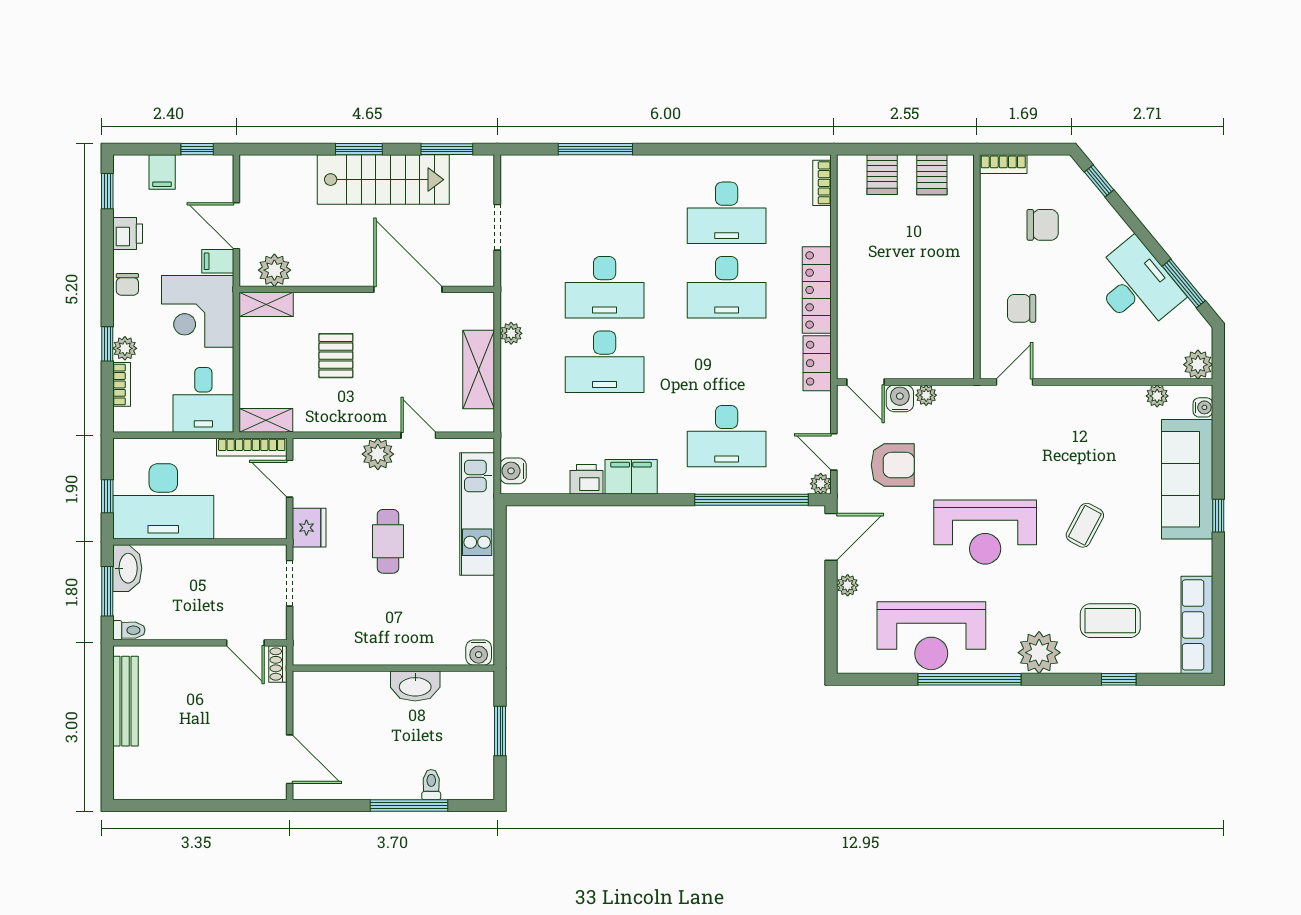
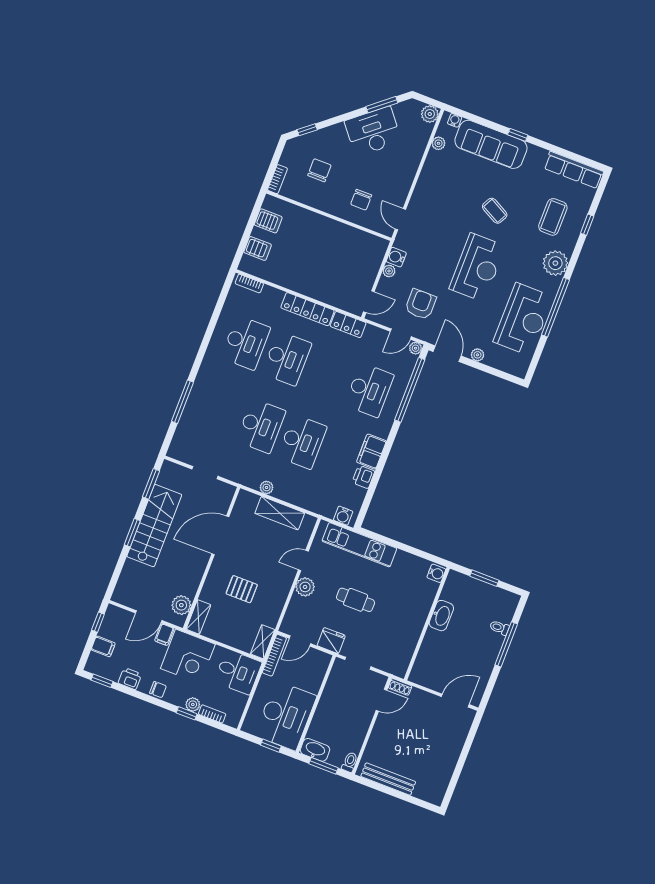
water cooler: (900, 398) -> (396, 257), moved

